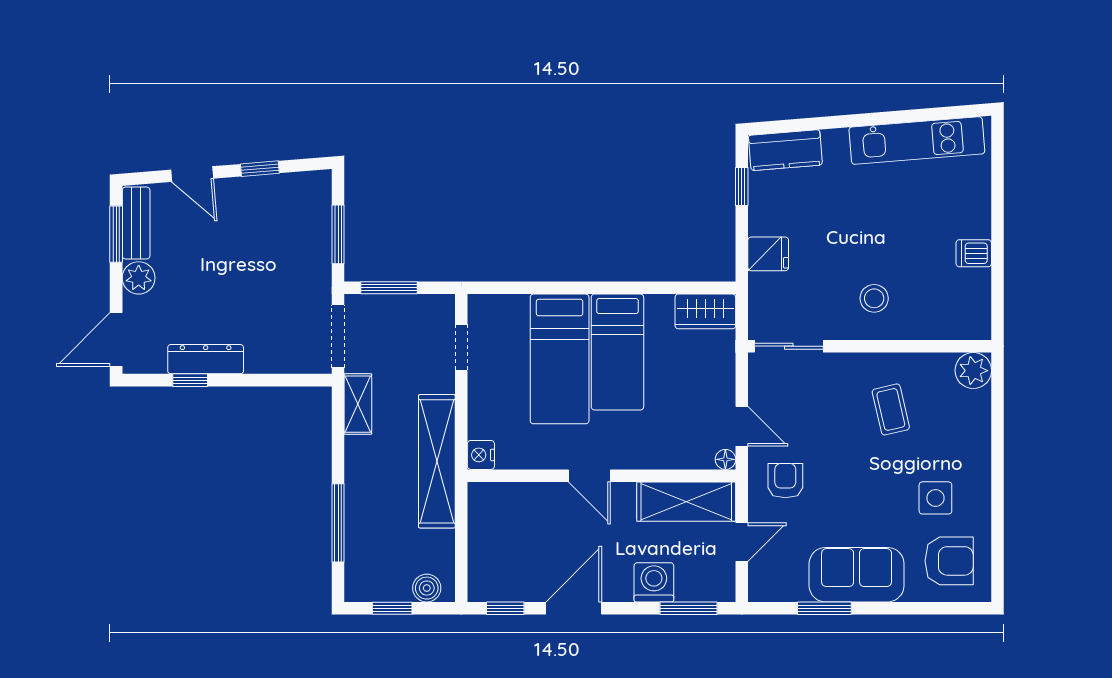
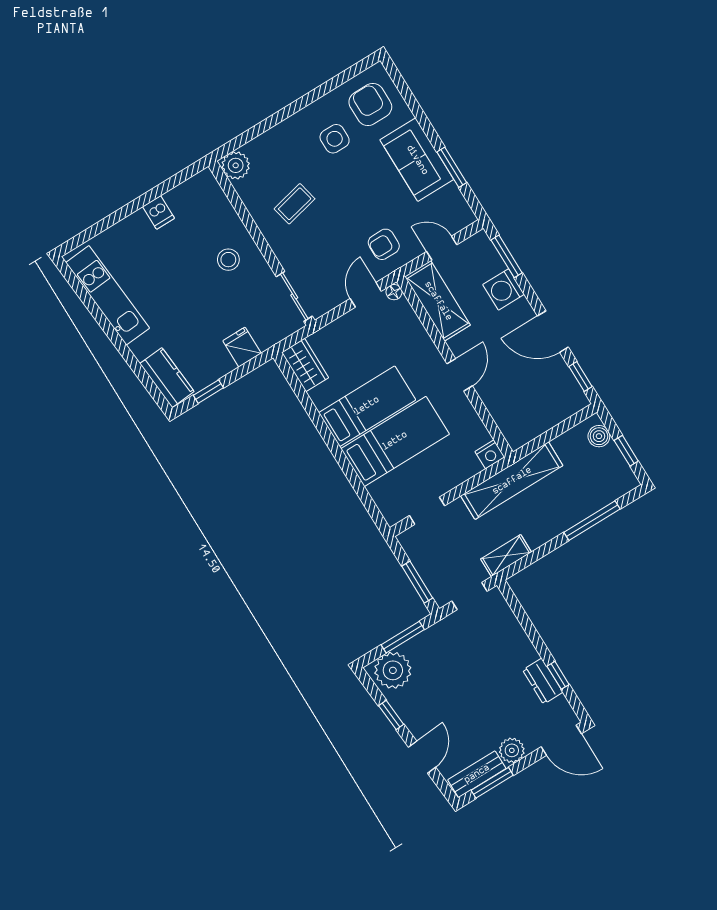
plant: (308, 201) -> (393, 670), added
doorway: (338, 336) -> (470, 596), width x0.73
dresser: (206, 359) -> (543, 681), width x0.70

